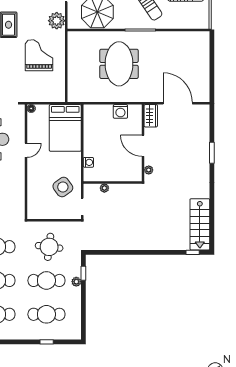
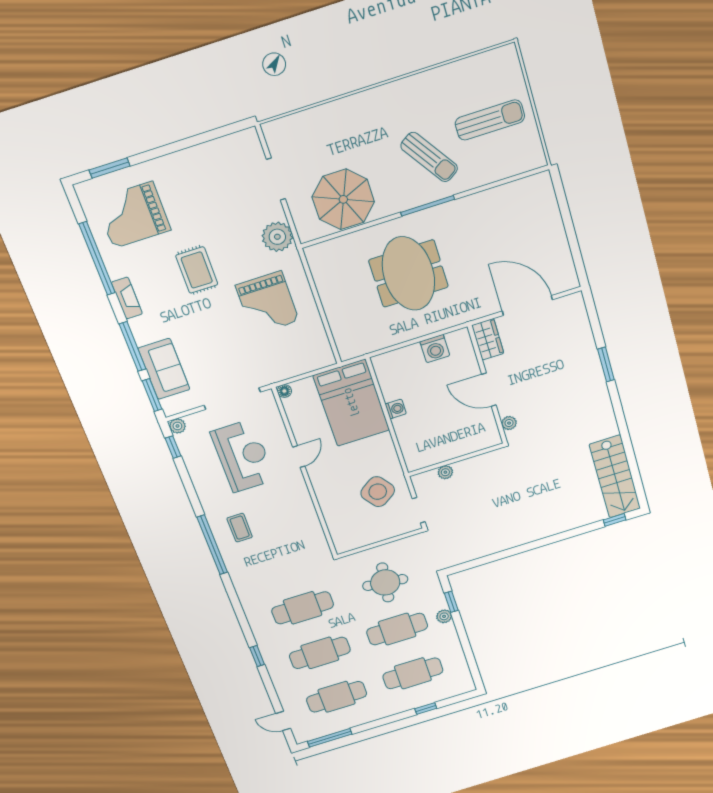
grand piano: (39, 55) -> (267, 303), turned 180
washing machine: (88, 162) -> (396, 409), moved

